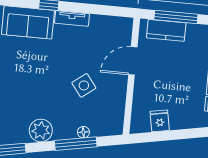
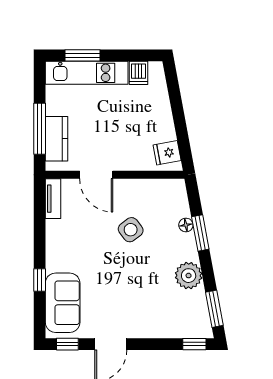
tv unit: (72, 18) -> (53, 199), moved
fridge: (160, 121) -> (167, 153), moved
window: (76, 144) -> (200, 233), width x0.69

